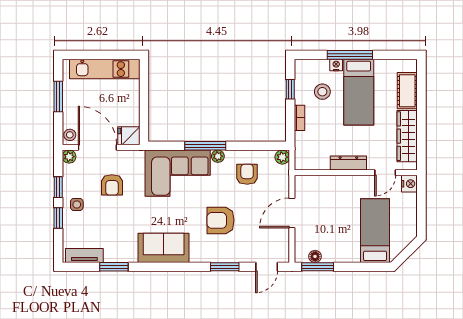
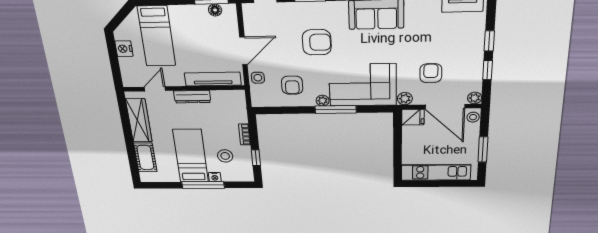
plant: (282, 157) -> (405, 99), moved
tv unit: (325, 183) -> (213, 79), added
nightstand: (409, 184) -> (124, 49), moved
side table: (77, 204) -> (258, 78), moved

